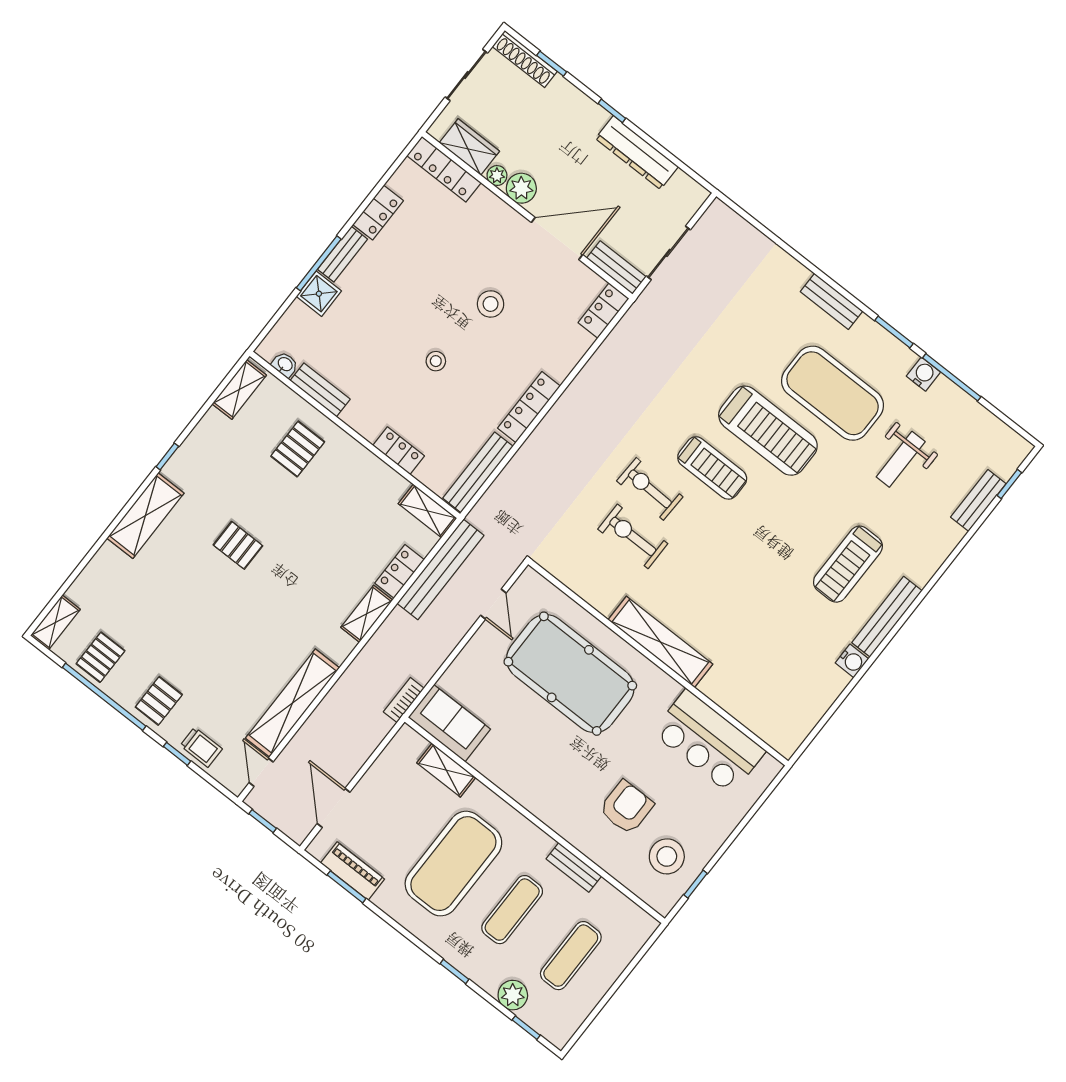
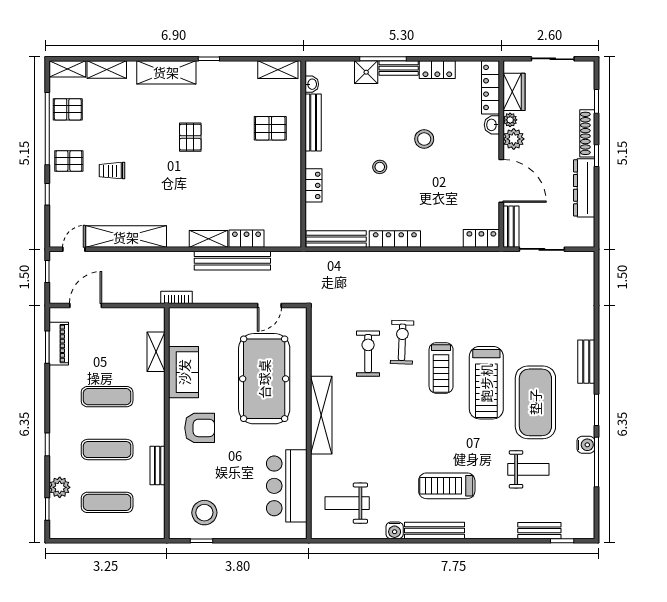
shoe rack: (525, 59) -> (587, 133), moved
washbasin: (487, 200) -> (492, 125), added
stool: (491, 304) -> (424, 139), moved
bench: (320, 390) -> (313, 123), width x1.36
weight bench: (901, 459) -> (528, 469), turned 180
shelving: (428, 511) -> (107, 70), moved, turned 90
bench: (441, 569) -> (232, 261), moved
weight bench: (780, 690) -> (347, 503), added
sofa: (449, 723) -> (184, 372), moved
trolley: (201, 747) -> (112, 171), moved, turned 90
armchair: (626, 807) -> (200, 428), moved
exercise mat: (453, 864) -> (107, 397), width x0.50, depth x0.69

